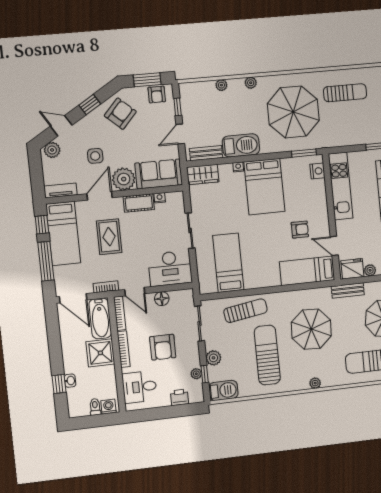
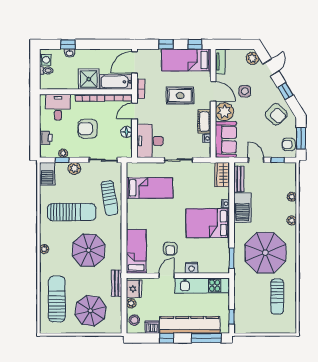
nightstand: (317, 171) -> (192, 268), moved
door: (334, 246) -> (167, 276), moved
window: (46, 261) -> (166, 44), width x0.46
washing machine: (108, 407) -> (45, 60), moved

